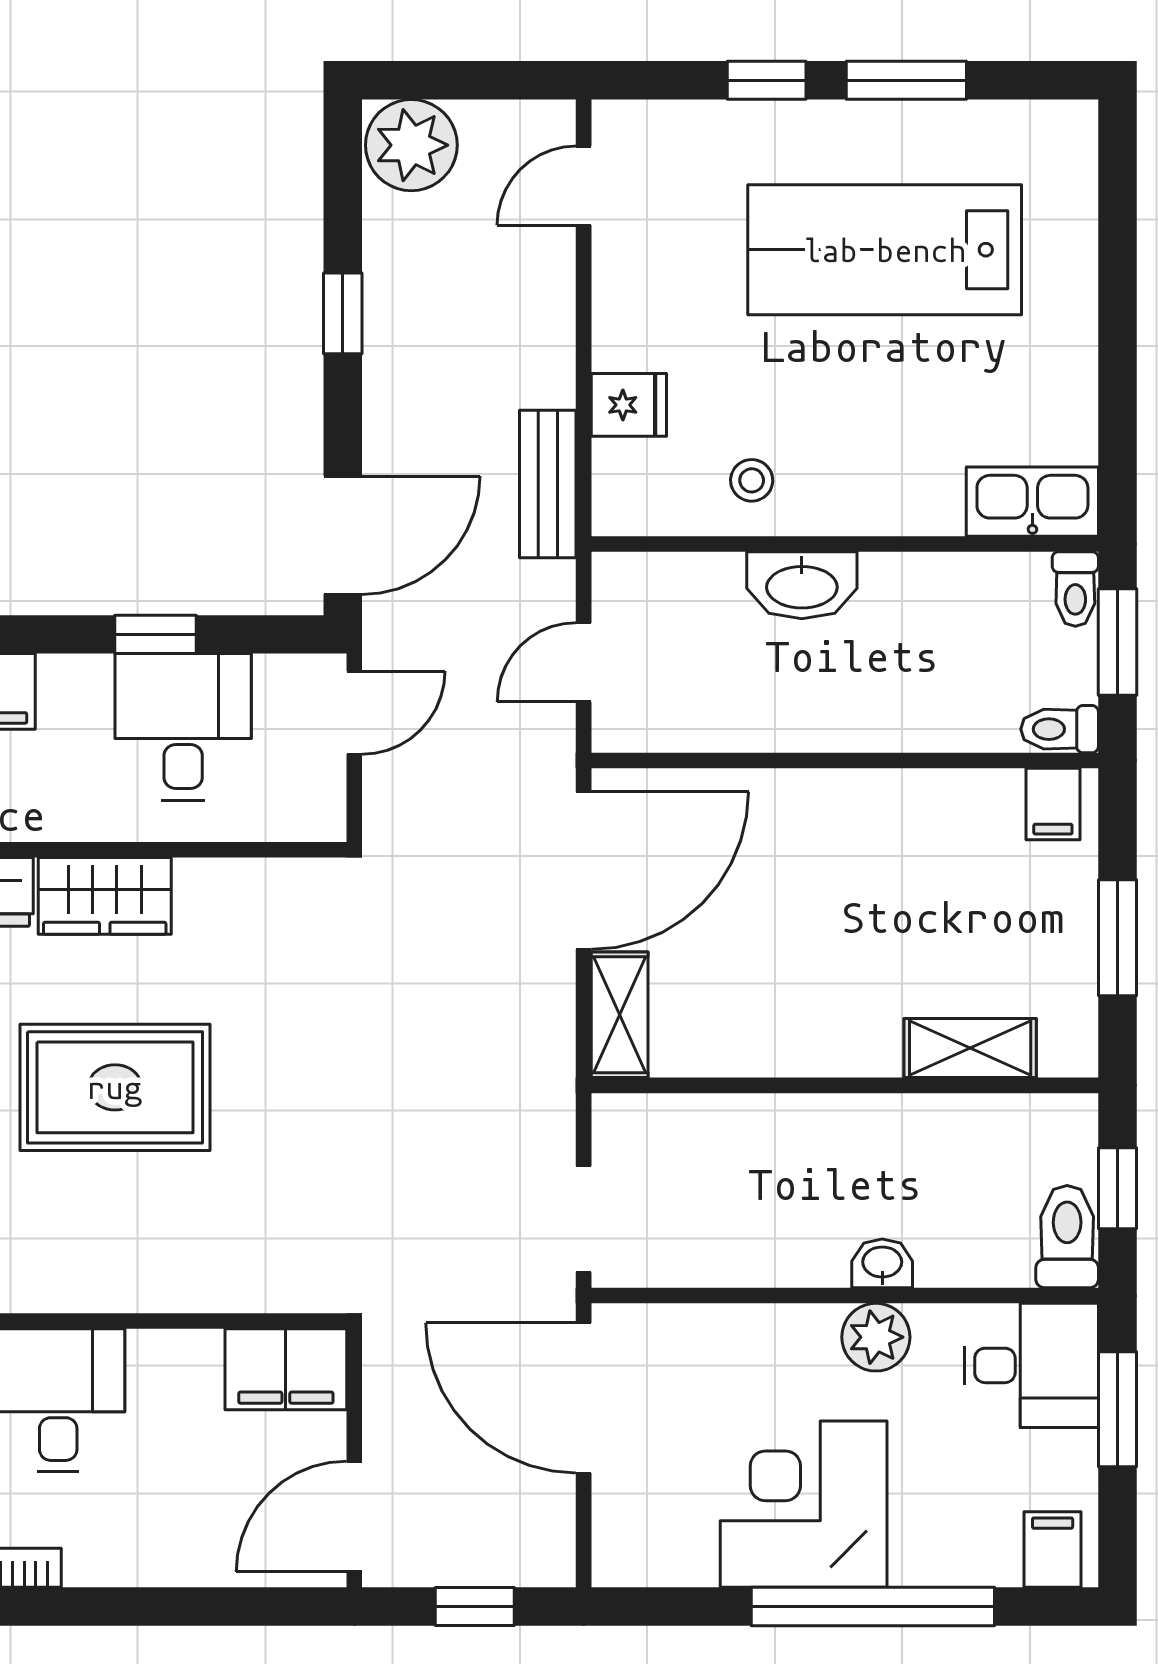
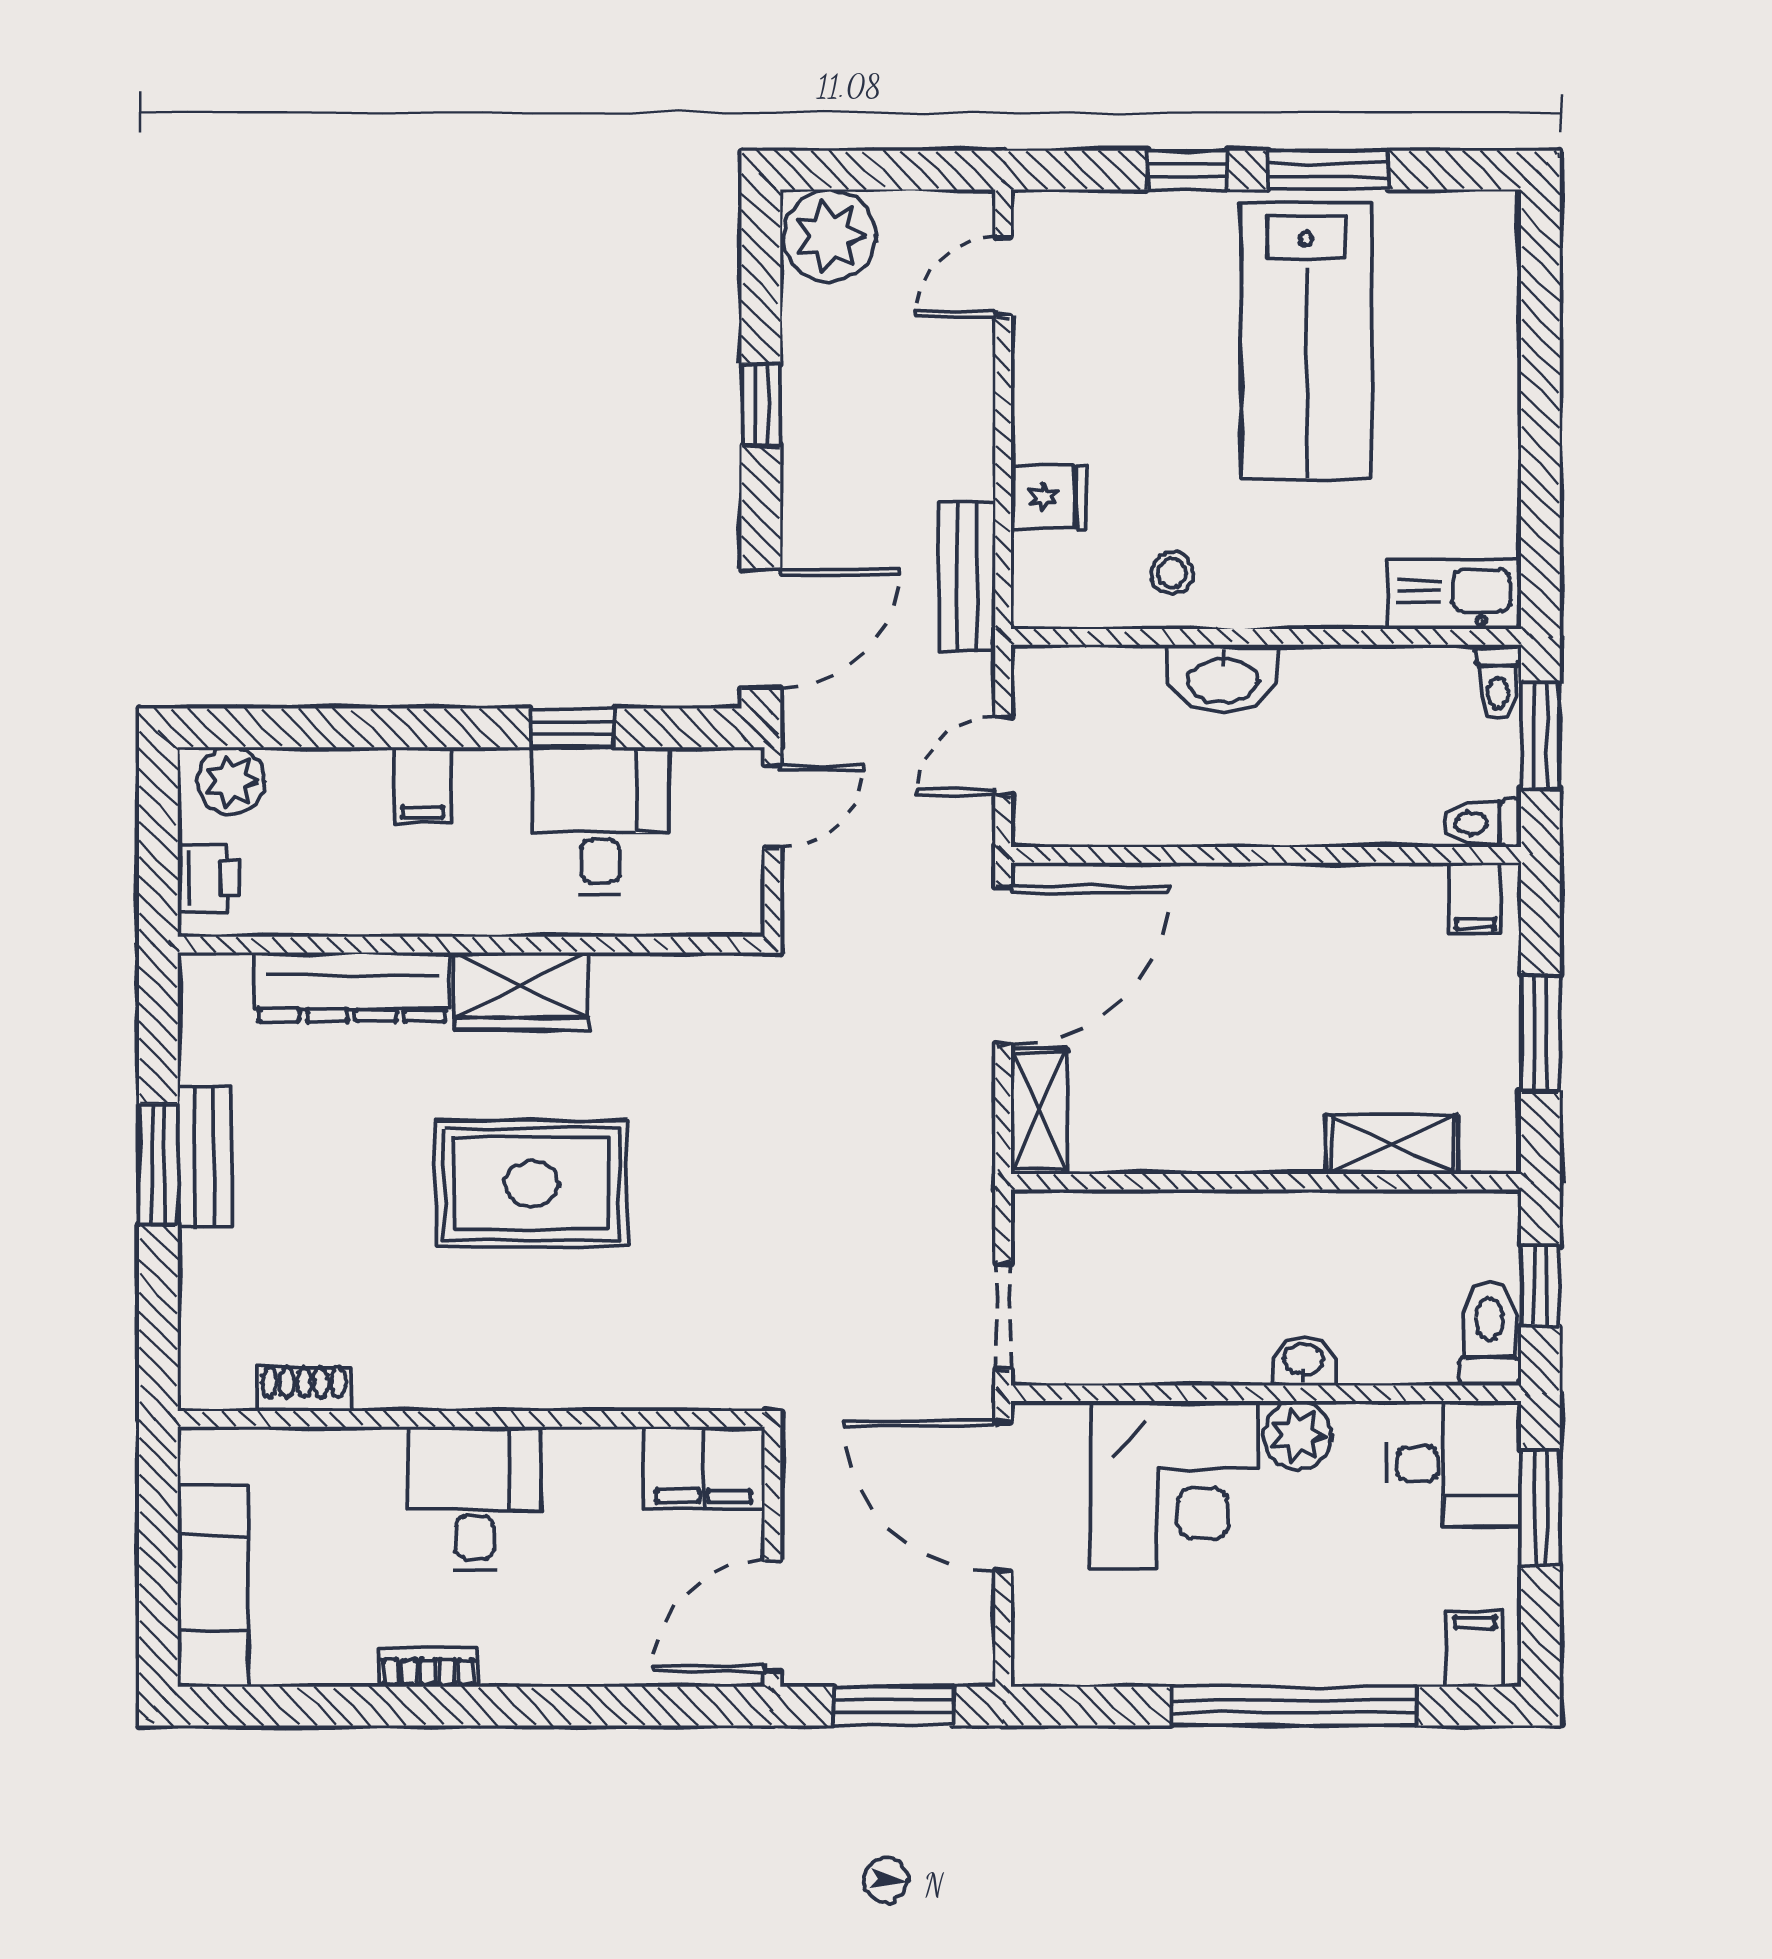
lab bench: (885, 250) -> (1306, 341), turned -90
corner desk: (804, 1504) -> (1174, 1485), moved, turned 180
window: (475, 1606) -> (894, 1706), width x1.50

